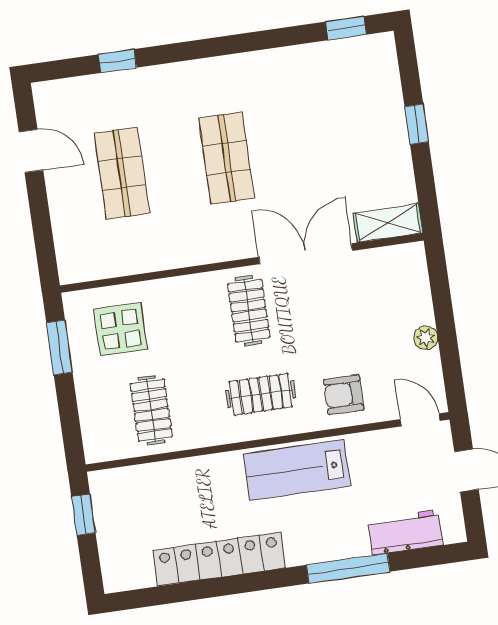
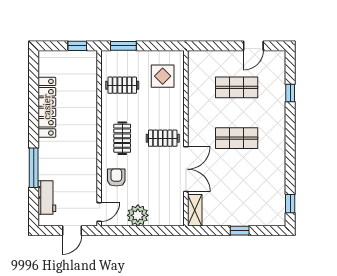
plant: (426, 338) -> (138, 215), width x1.88, depth x1.88
window: (59, 348) -> (123, 46), moved
lab bench: (297, 470) -> (84, 150), removed

